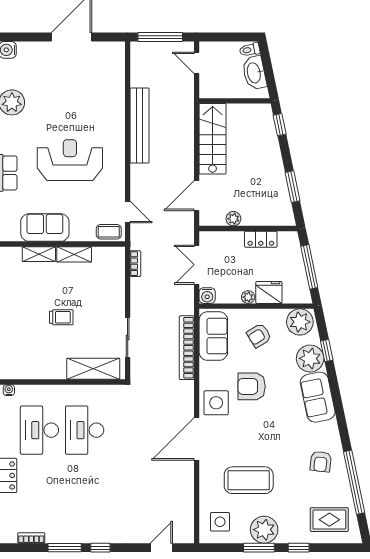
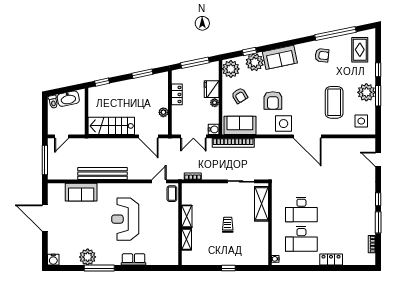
sofa: (45, 228) -> (81, 192), moved, turned -90
bookcase: (187, 348) -> (233, 143), moved

